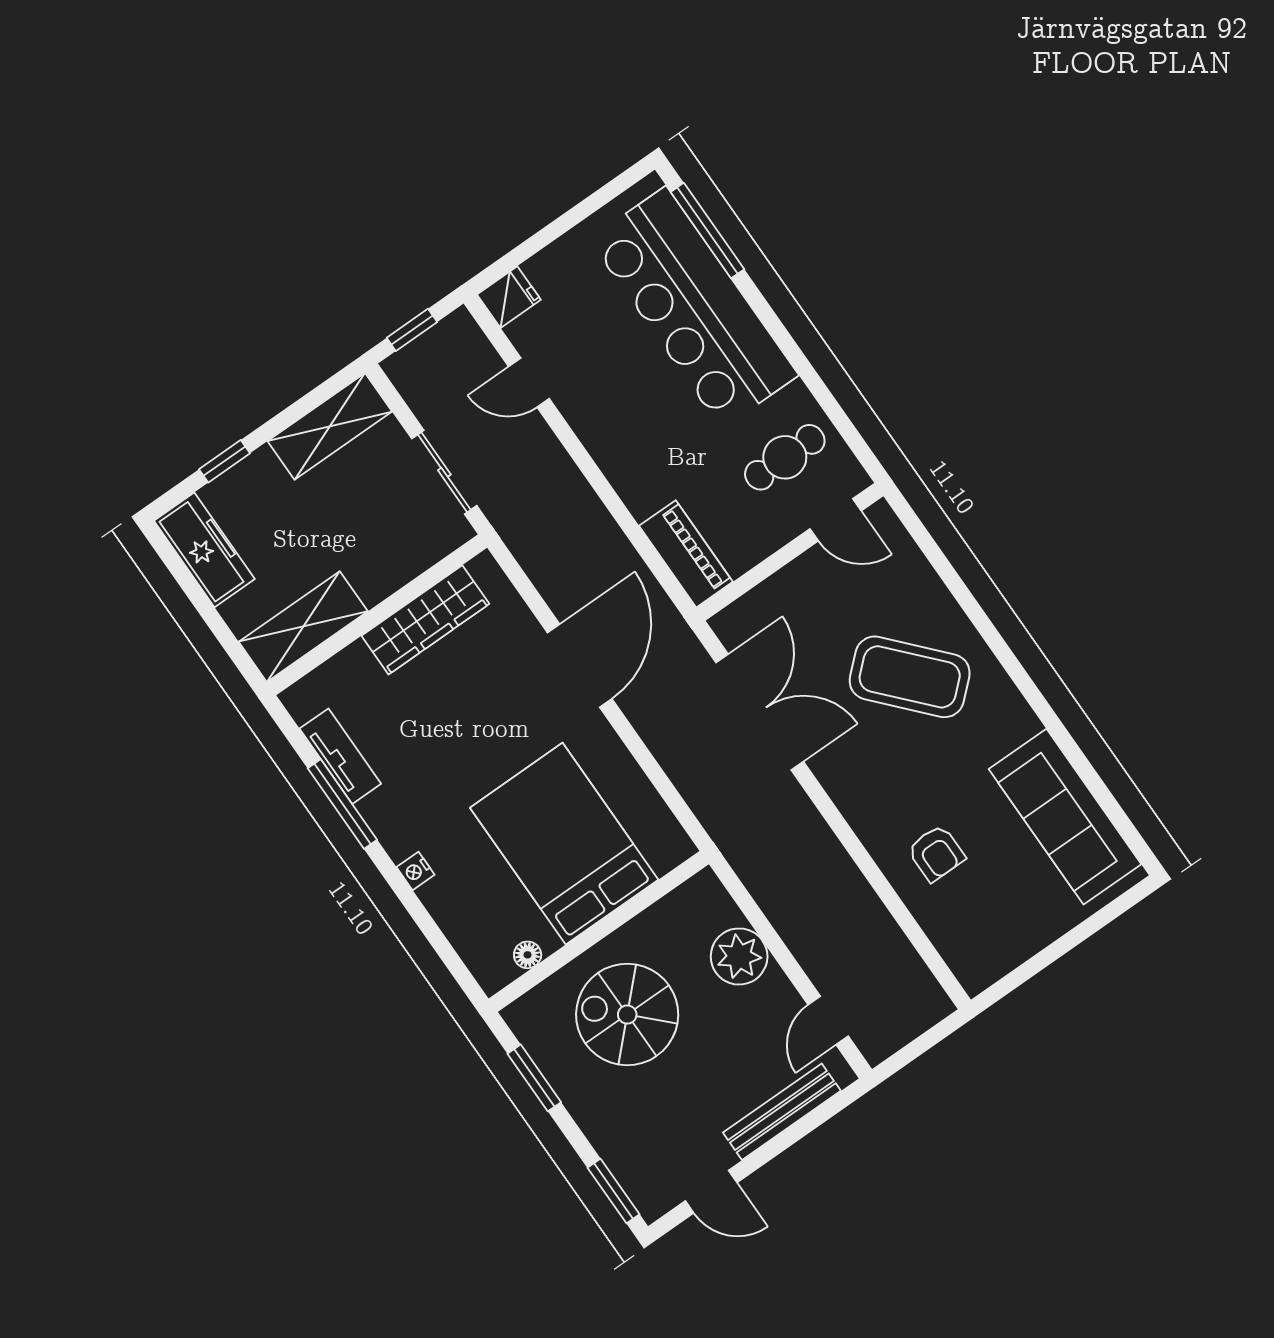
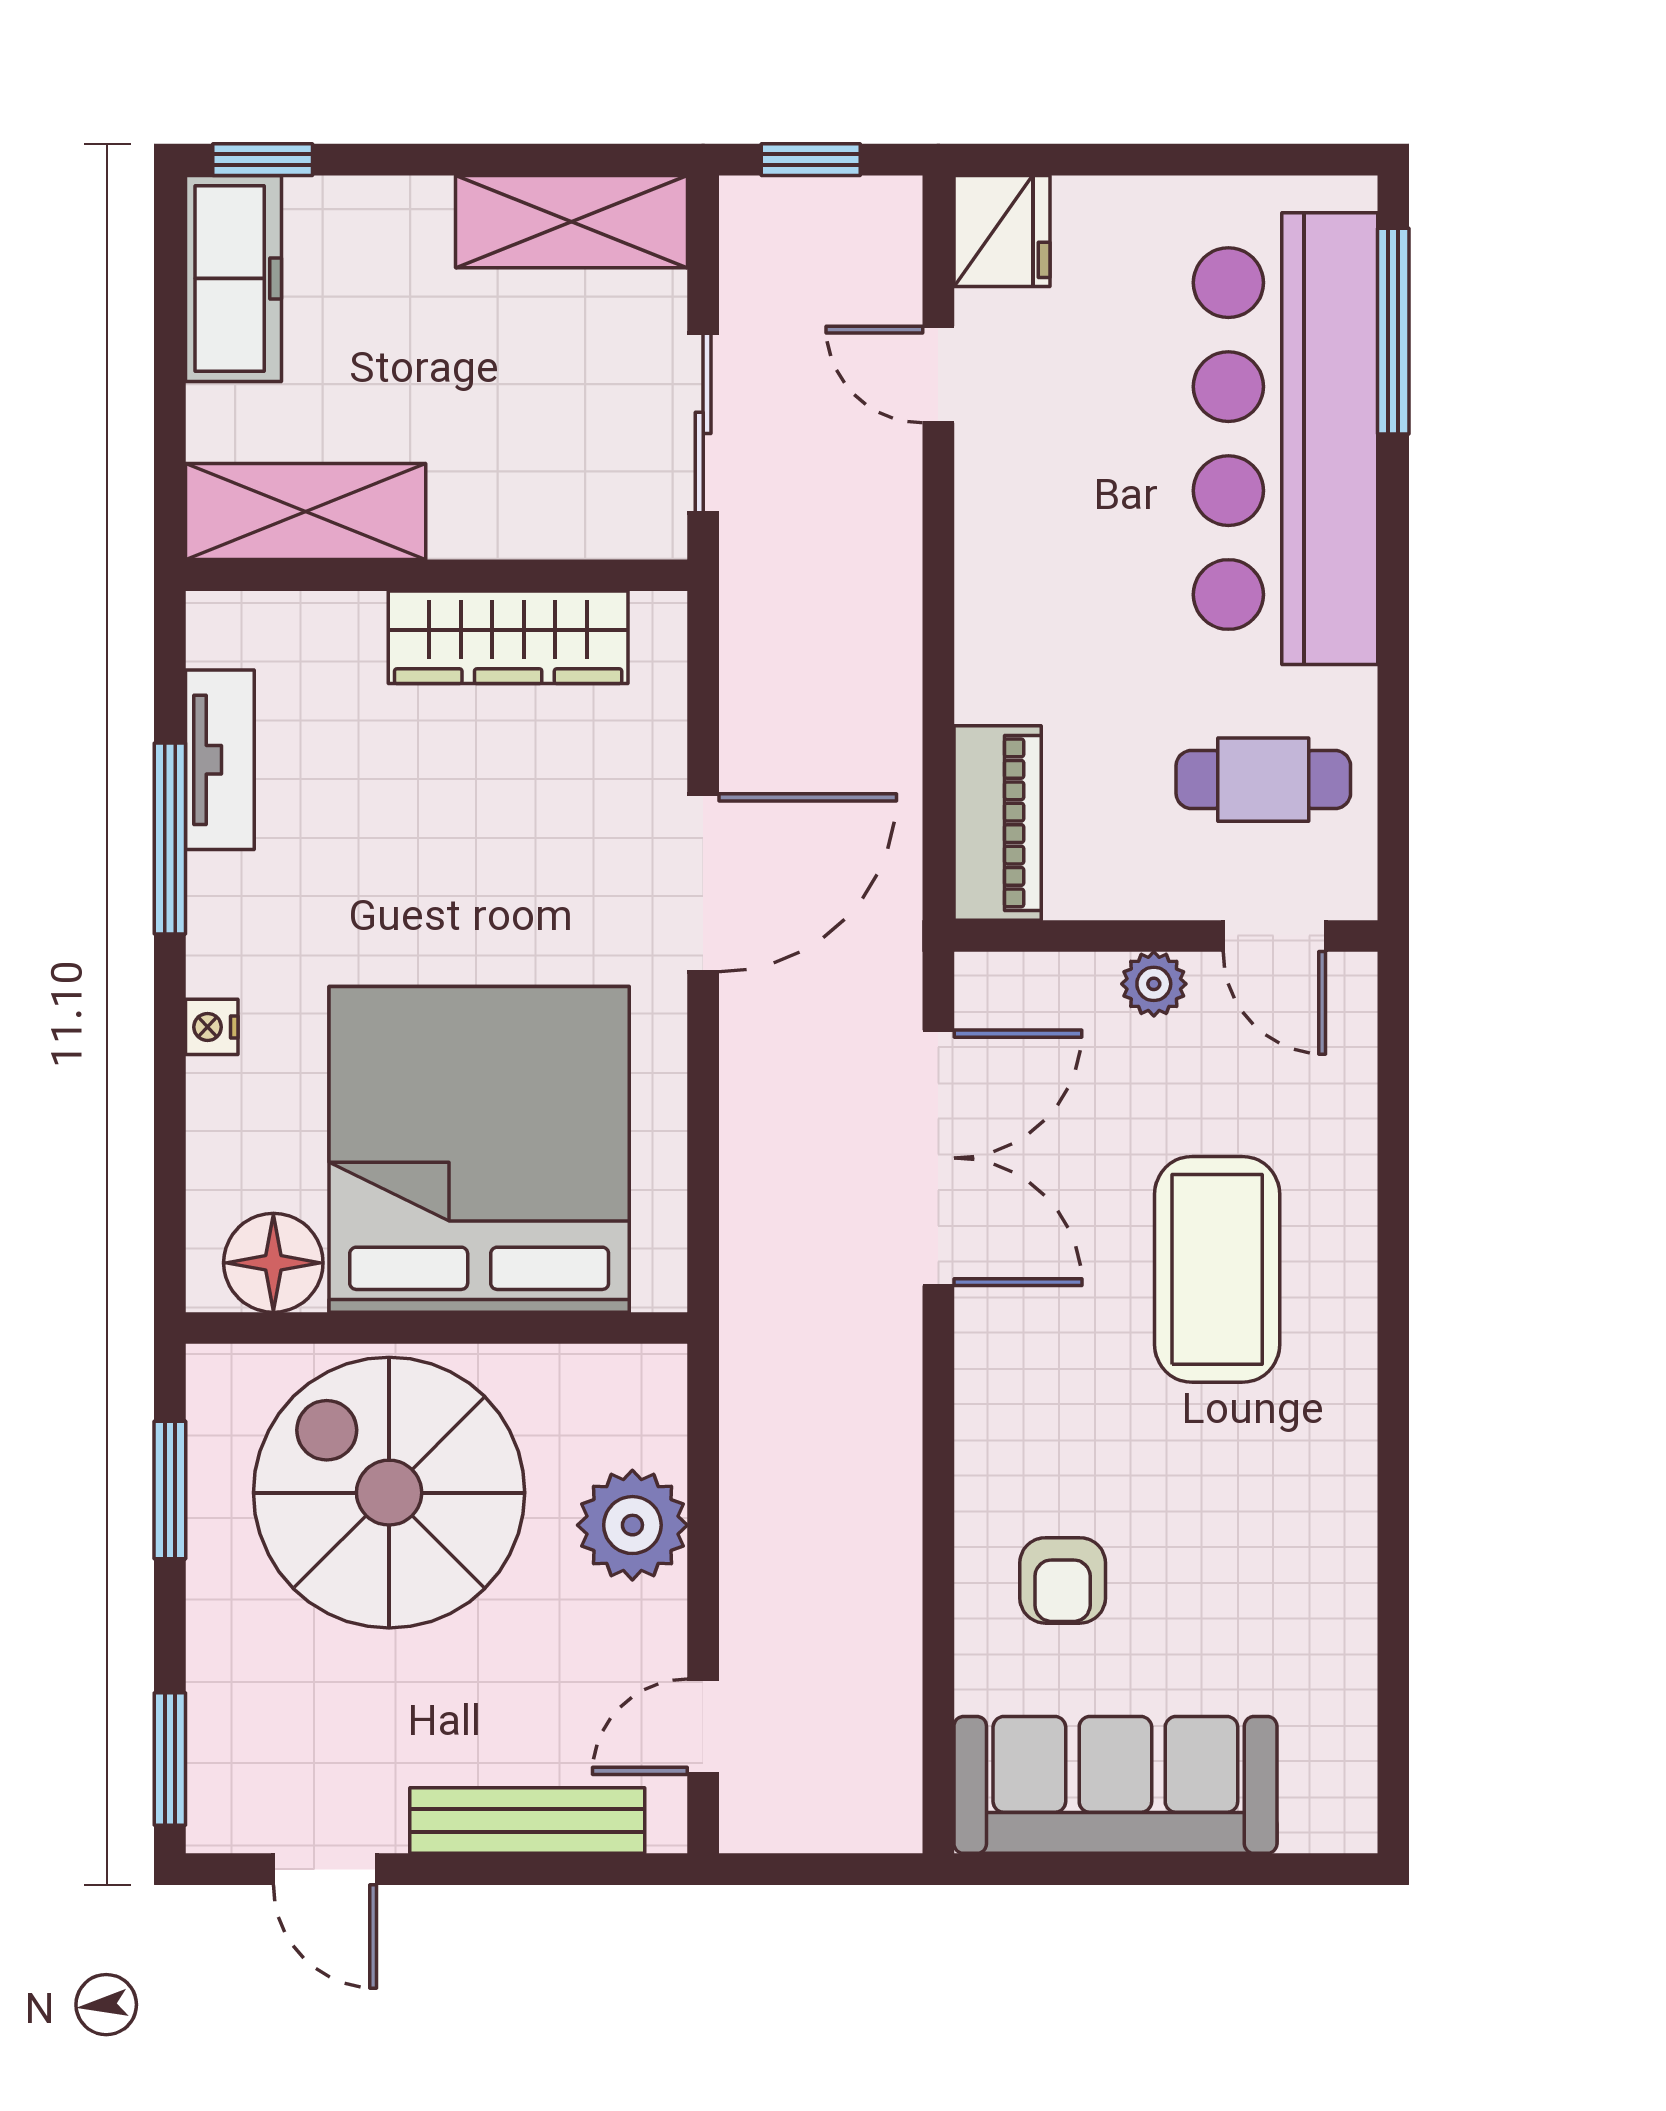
fridge: (509, 297) -> (1002, 231), width x1.38
window: (224, 461) -> (263, 160), moved
plant: (799, 575) -> (1154, 984), added
coffee table: (910, 677) -> (1217, 1269), turned 42
sofa: (1065, 817) -> (1115, 1785), moved, turned 90
bed: (564, 844) -> (479, 1149), width x1.36
floor lamp: (528, 955) -> (273, 1263), width x1.89, depth x1.89
spiral stairs: (627, 1014) -> (389, 1493), width x1.37, depth x1.37

